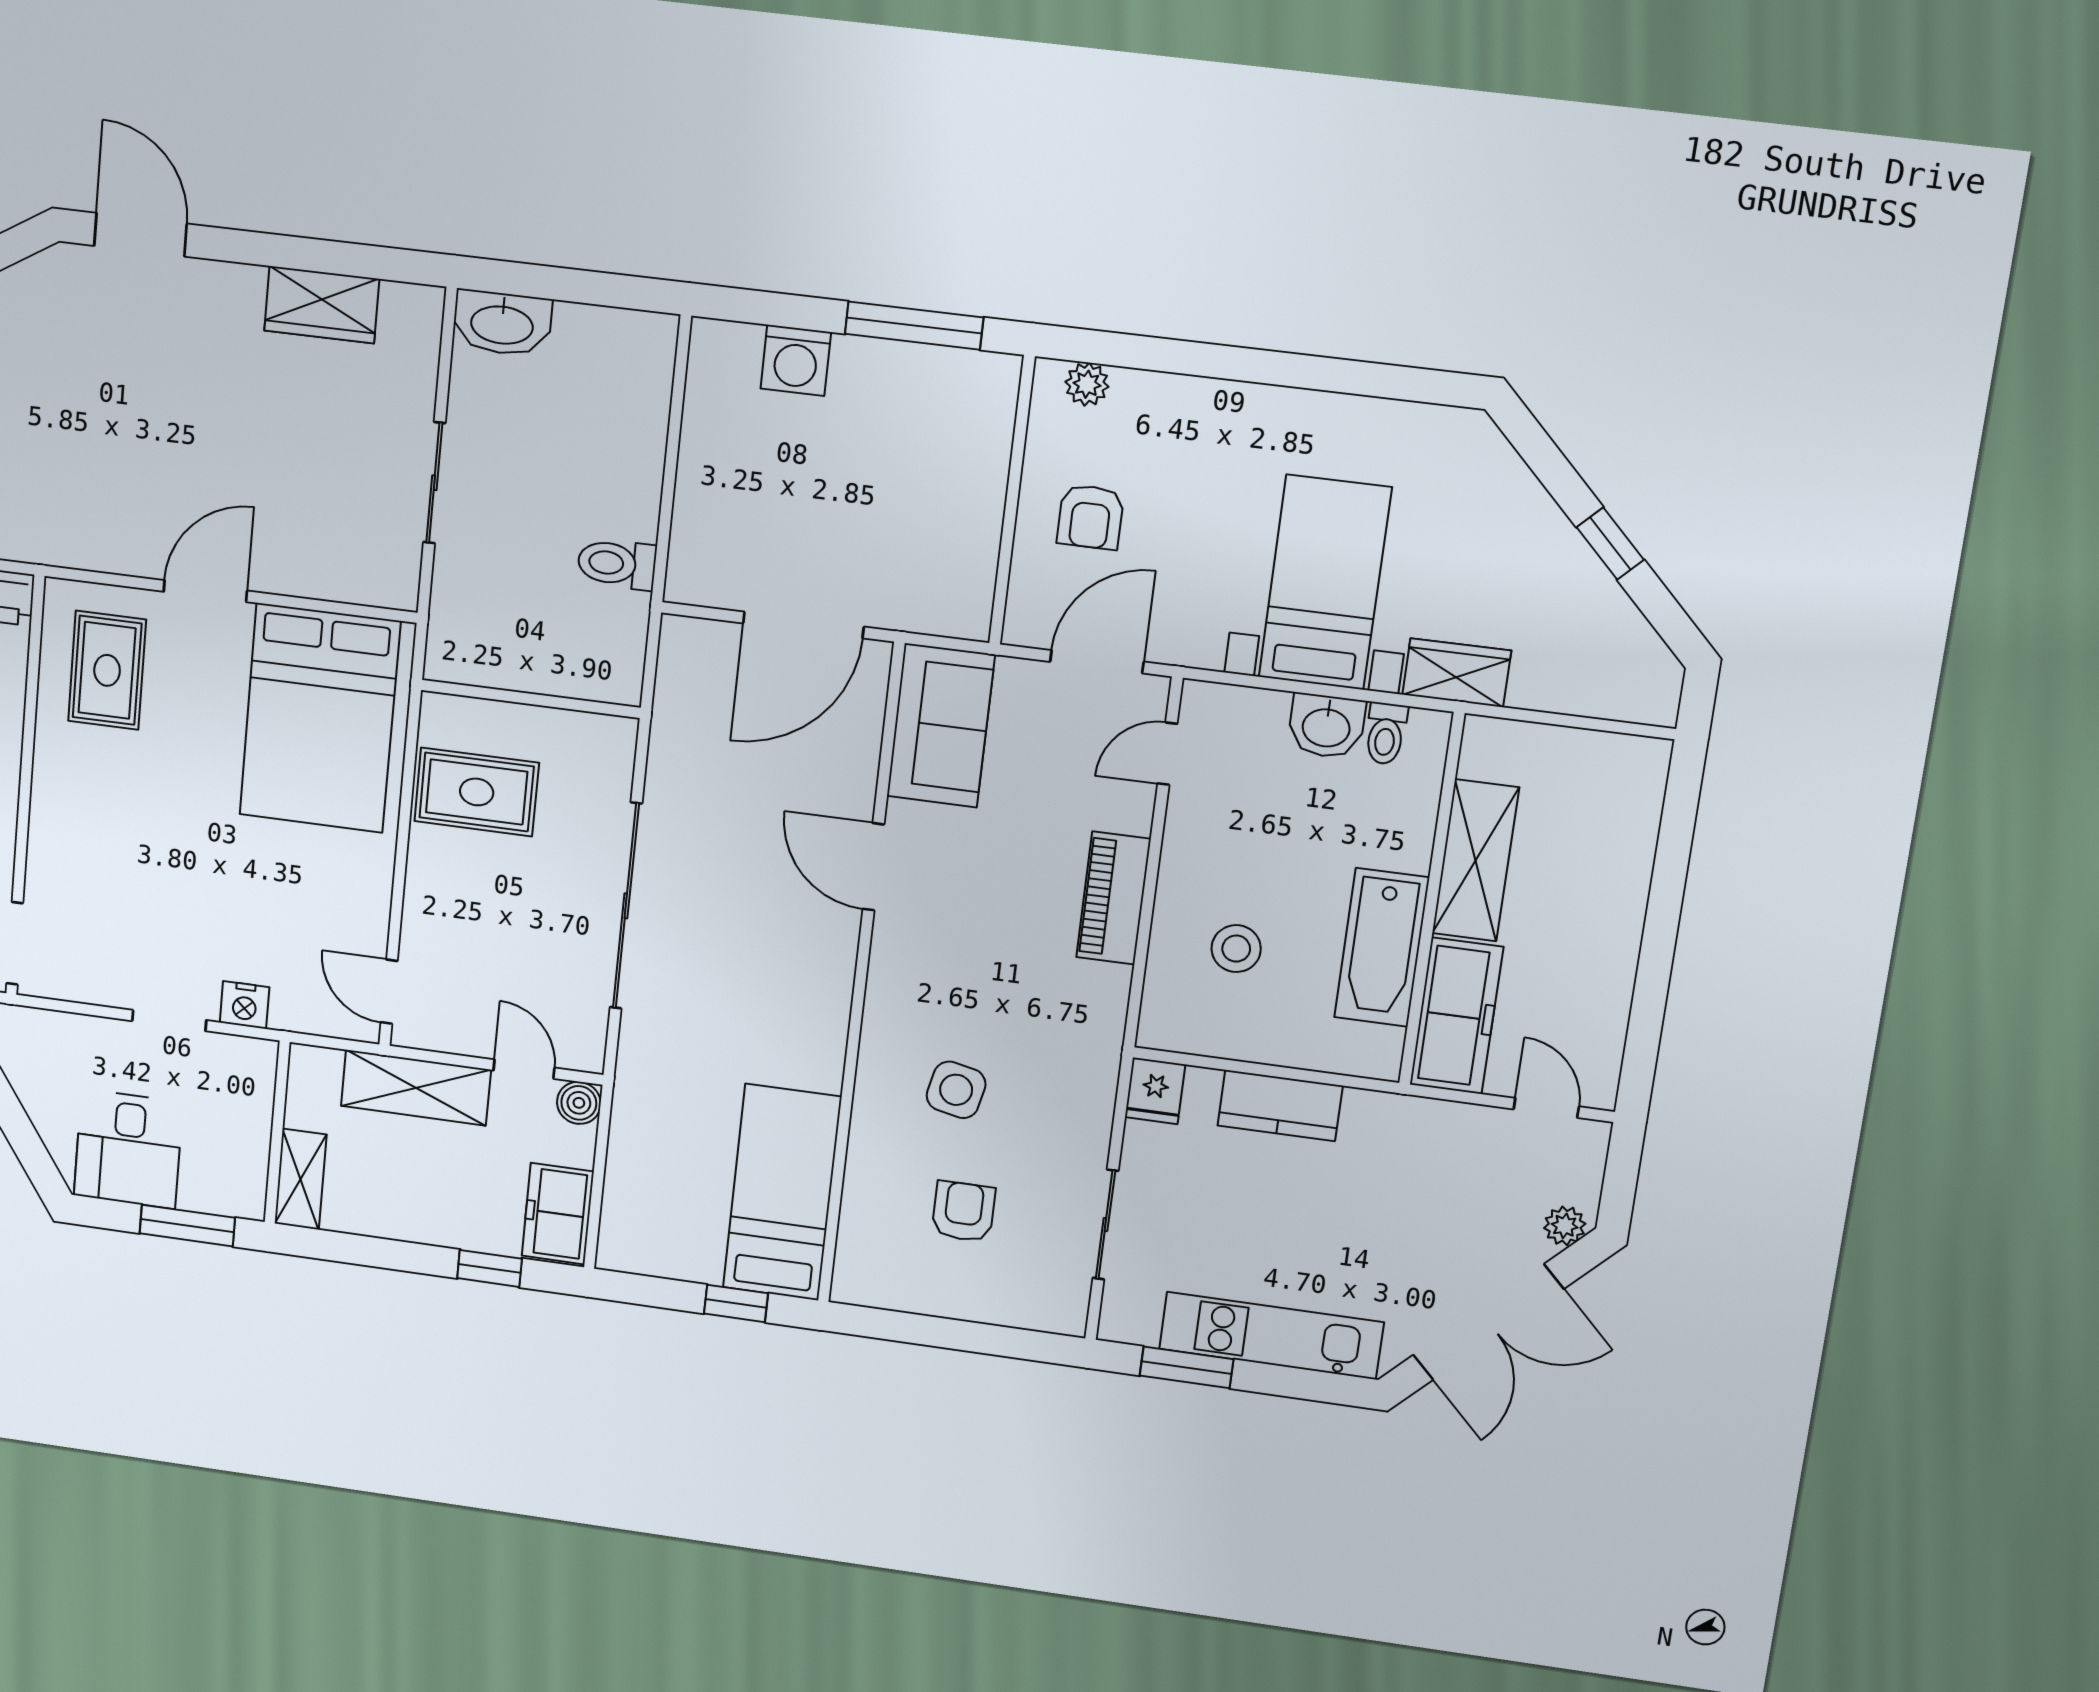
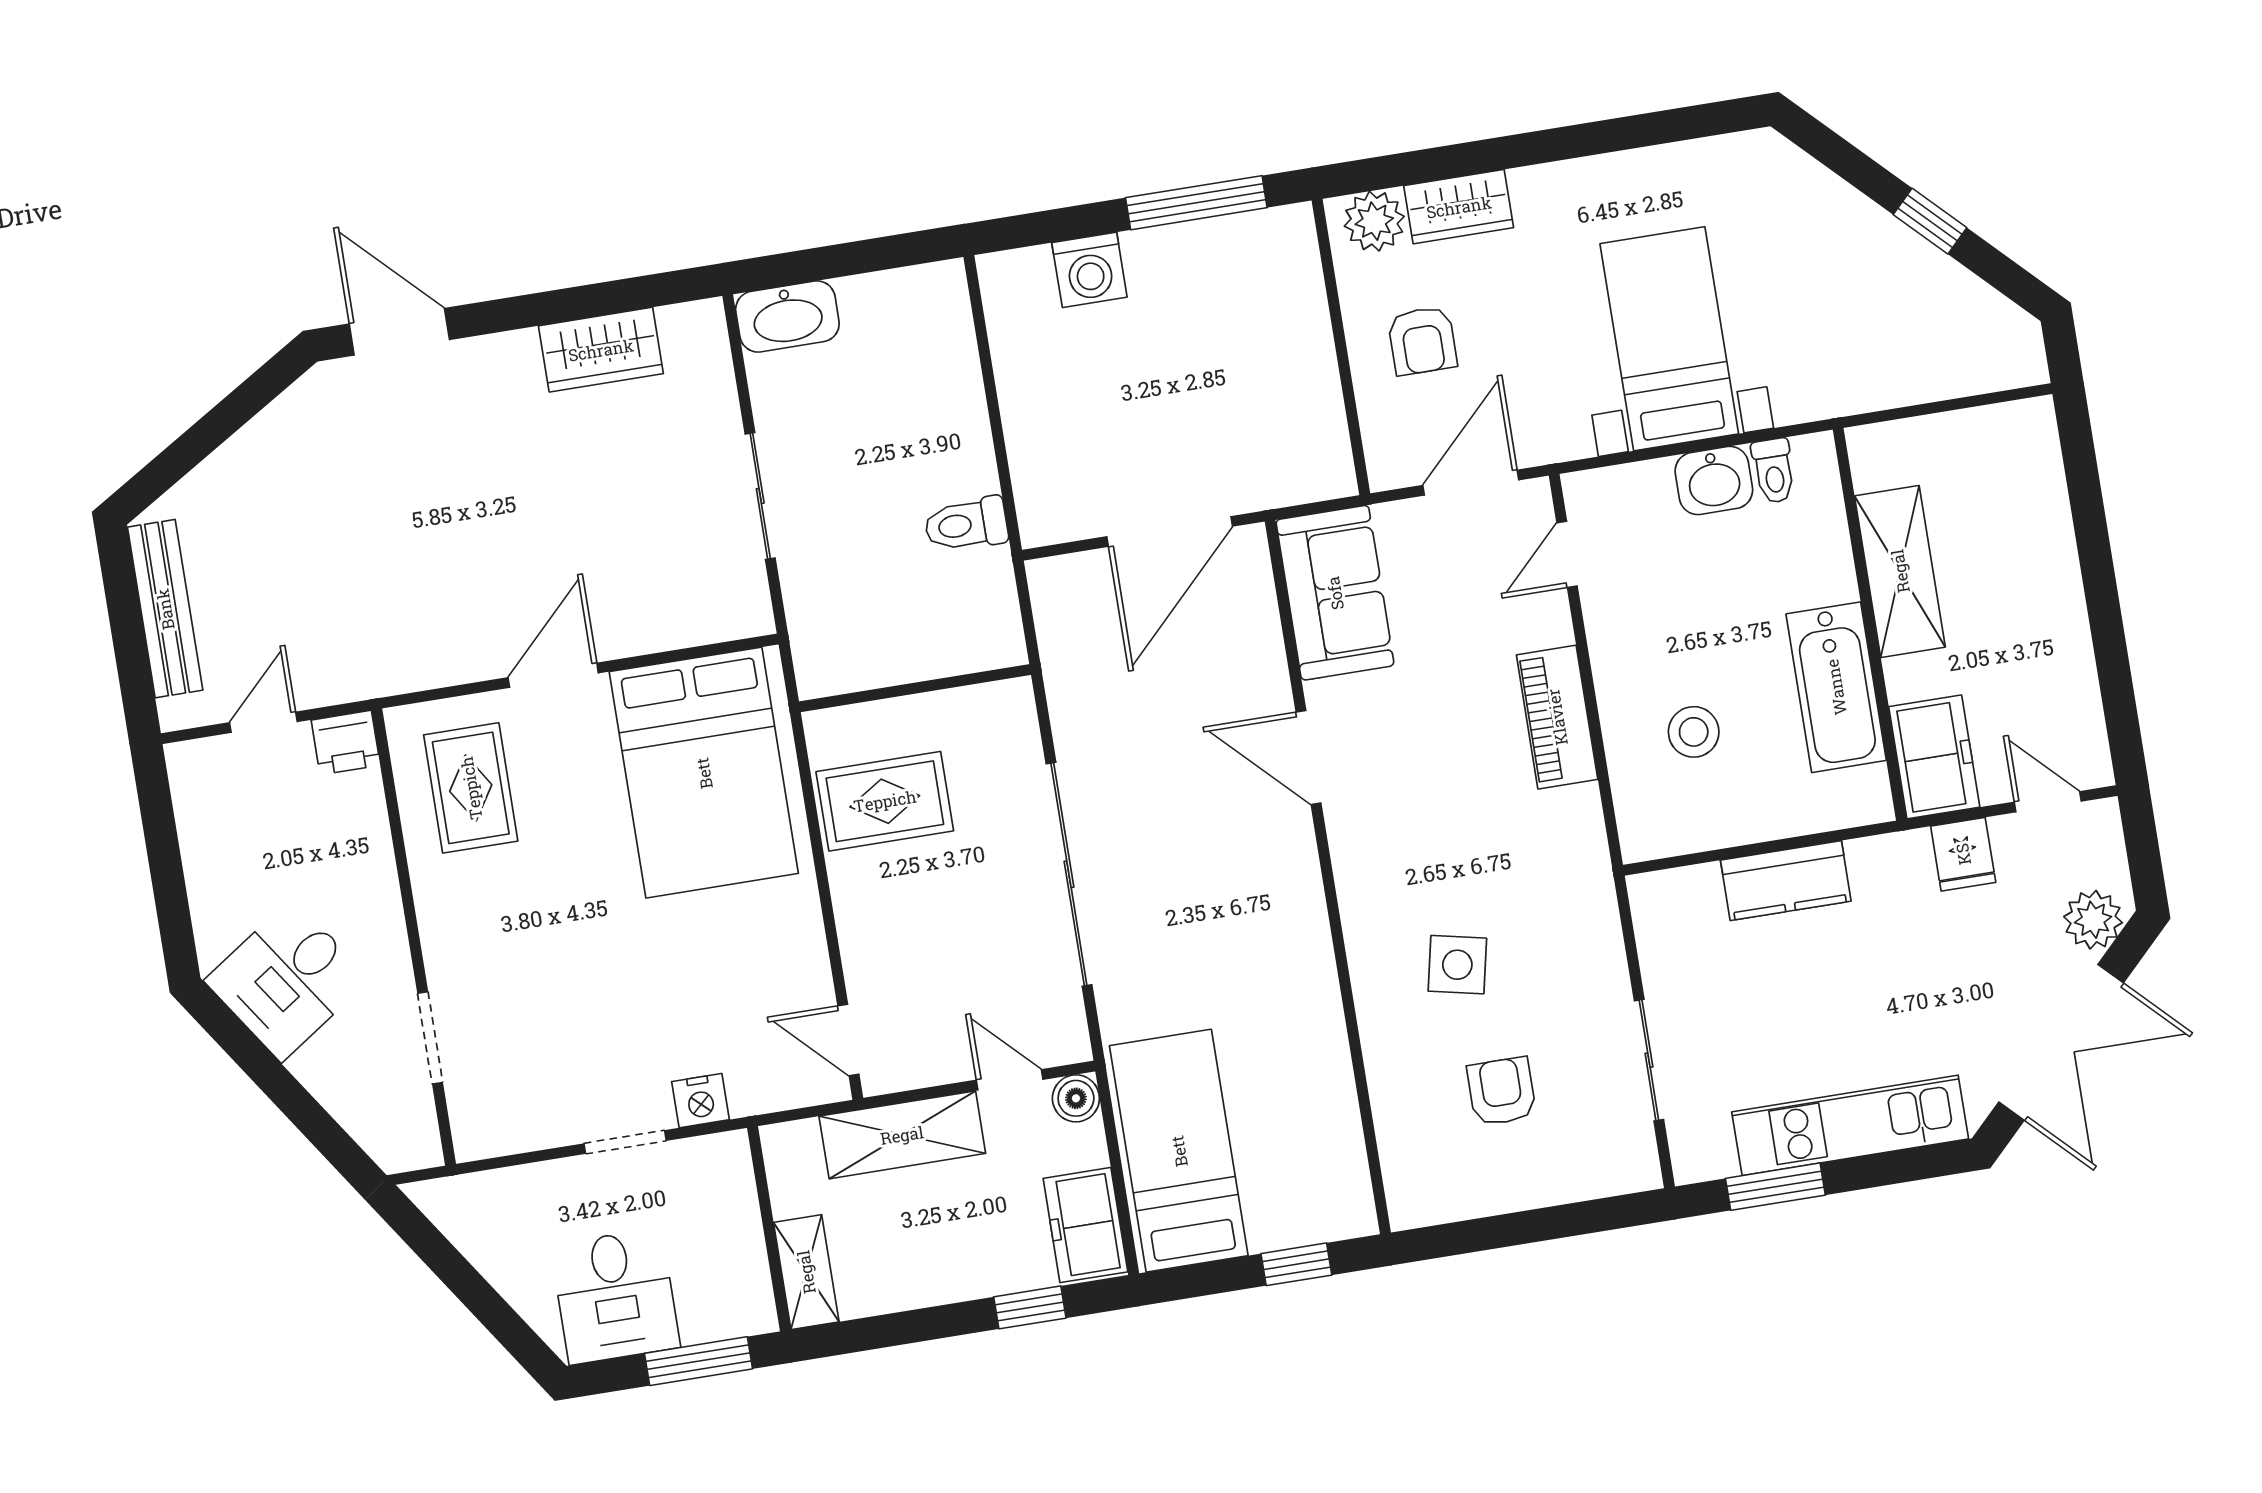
plant: (1087, 384) -> (1374, 221), width x1.38, depth x1.38
wardrobe: (1457, 673) -> (1459, 207), moved, turned 180
doorway: (15, 943) -> (430, 1038), moved
freezer: (1456, 1016) -> (1934, 757), width x0.71
fridge: (1155, 1091) -> (1963, 854), moved
bed: (782, 1192) -> (1179, 1151), moved
plant: (1565, 1226) -> (2093, 920), width x1.38, depth x1.38

